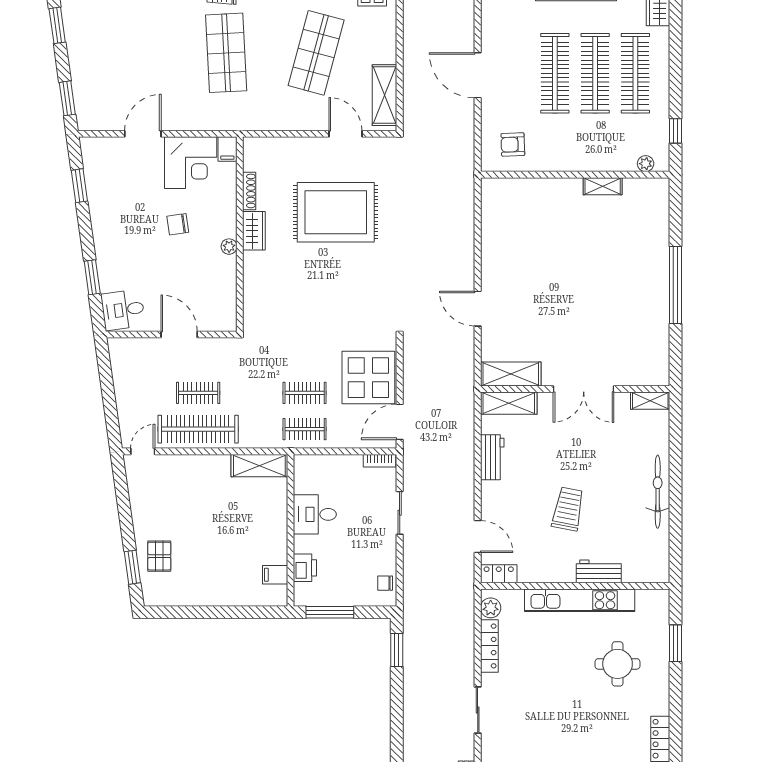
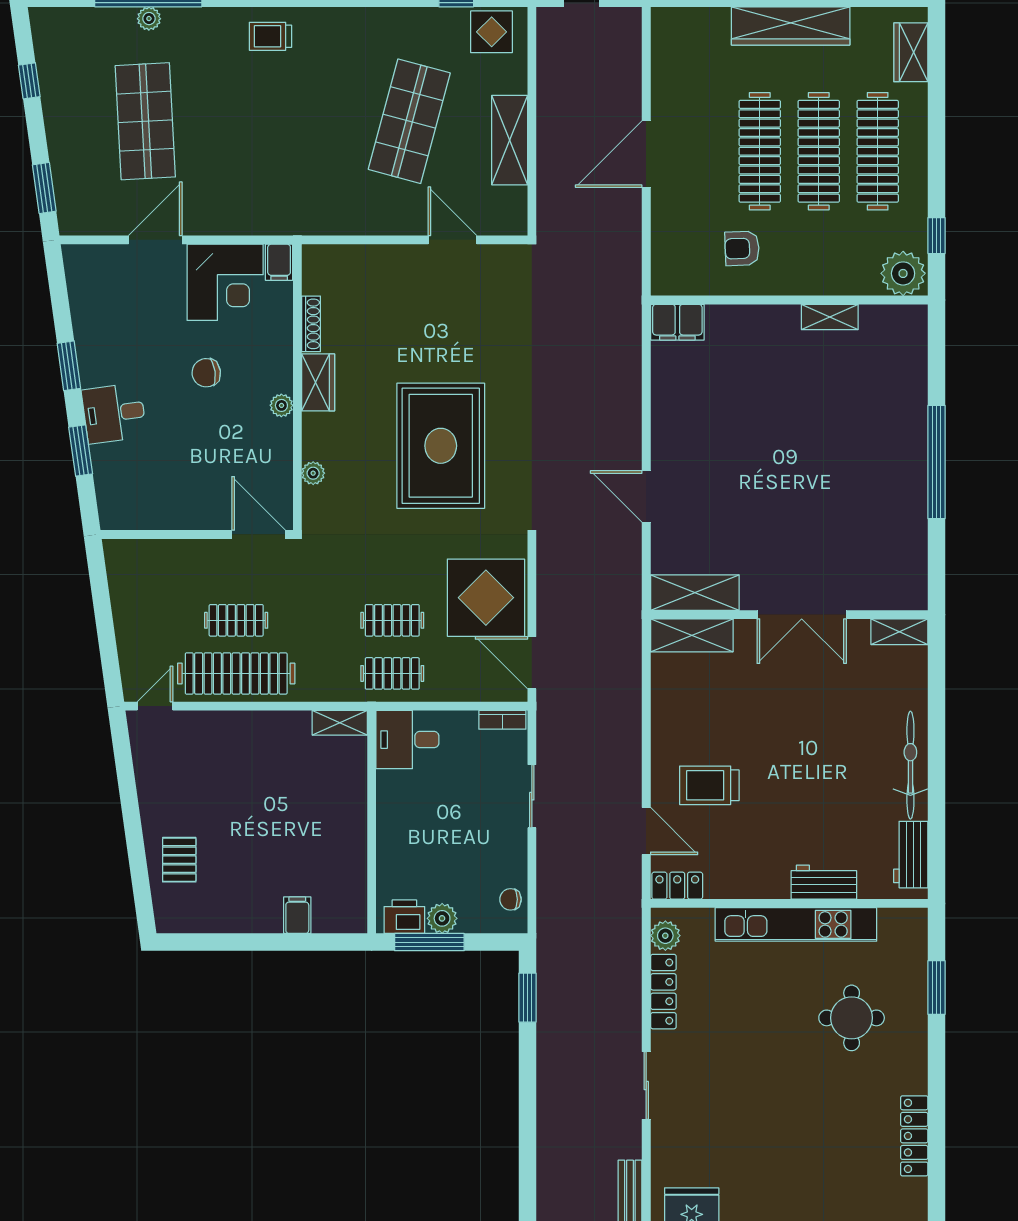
window: (57, 25) -> (29, 81), width x0.67
shop shelf: (226, 53) -> (145, 121), moved
door: (478, 75) -> (646, 154), hinge flipped
shelving: (385, 95) -> (510, 140), moved
armchair: (513, 145) -> (742, 248), moved
plant: (646, 164) -> (903, 273), width x1.87, depth x1.87
window: (79, 186) -> (69, 366), moved
filing cabinet: (499, 190) -> (677, 322), added
rug: (336, 212) -> (441, 446), moved, turned 90
plant: (251, 293) -> (313, 473), added
desk: (123, 310) -> (114, 413), moved
door: (179, 334) -> (259, 534), moved
door: (400, 422) -> (532, 663), hinge flipped
workbench: (492, 457) -> (911, 855), moved, turned 180
shelving: (259, 466) -> (340, 723), width x0.67, depth x0.75
trolley: (568, 509) -> (709, 785), moved, turned -101
desk: (315, 514) -> (407, 740), moved
window: (132, 567) -> (140, 876), removed
printer: (305, 568) -> (404, 917), moved, turned -90
filing cabinet: (275, 575) -> (297, 915), moved, turned 90
plant: (338, 596) -> (442, 918), added

